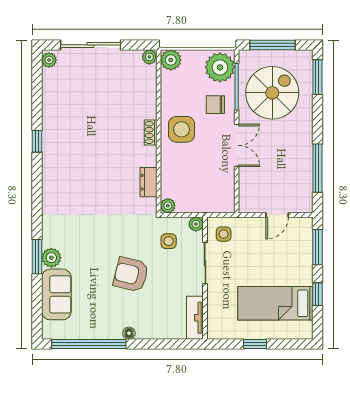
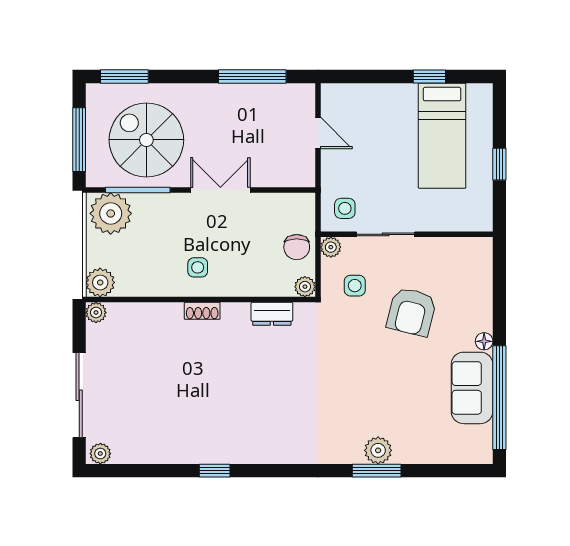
chair: (215, 105) -> (297, 247), moved
side table: (182, 129) -> (198, 267), width x0.54, depth x0.54
window: (317, 247) -> (363, 76), removed
armchair: (131, 274) -> (411, 312), moved
sofa: (56, 294) -> (472, 388), moved, turned -90
tv unit: (195, 318) -> (462, 249), removed

